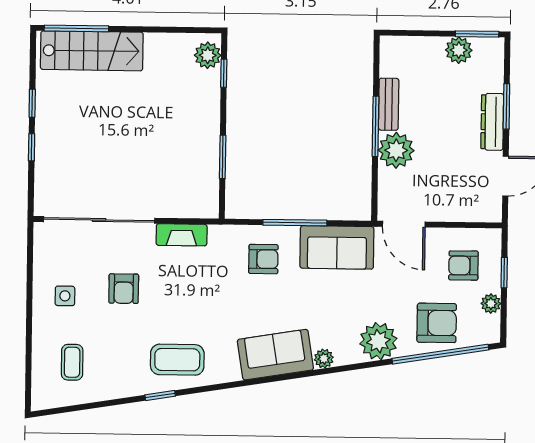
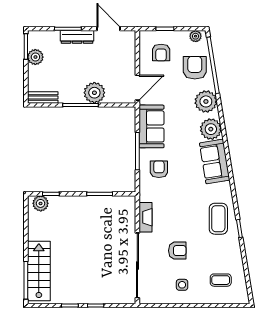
bench: (389, 104) -> (43, 97), moved
plant: (491, 304) -> (196, 36), moved
plant: (324, 359) -> (211, 129), width x1.88, depth x1.88

